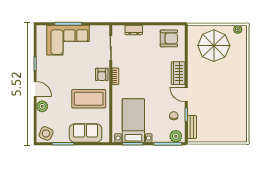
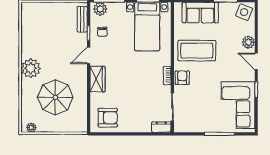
dresser: (134, 30) -> (161, 127), moved
armchair: (169, 38) -> (108, 118), turned 180
corner sofa: (68, 40) -> (238, 105), moved, turned -90
parasol: (214, 46) -> (55, 97), moved
plant: (238, 83) -> (31, 68), added
door: (186, 94) -> (89, 55), swing flipped

